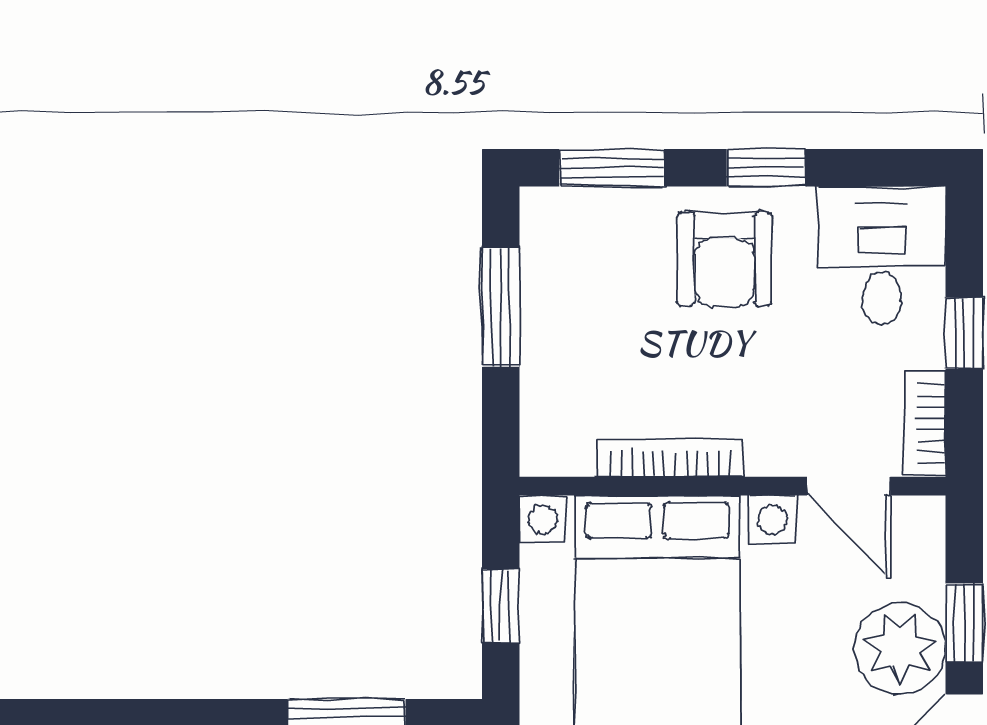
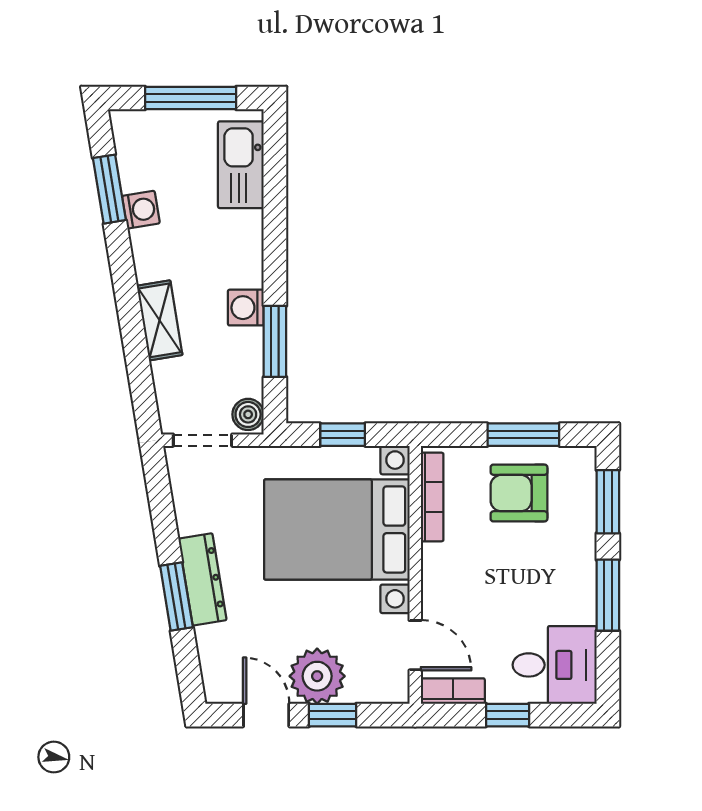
window: (766, 168) -> (608, 595), width x1.50
armchair: (724, 259) -> (519, 493), moved
bookcase: (670, 458) -> (432, 497), moved
door: (849, 486) -> (415, 645), swing flipped

